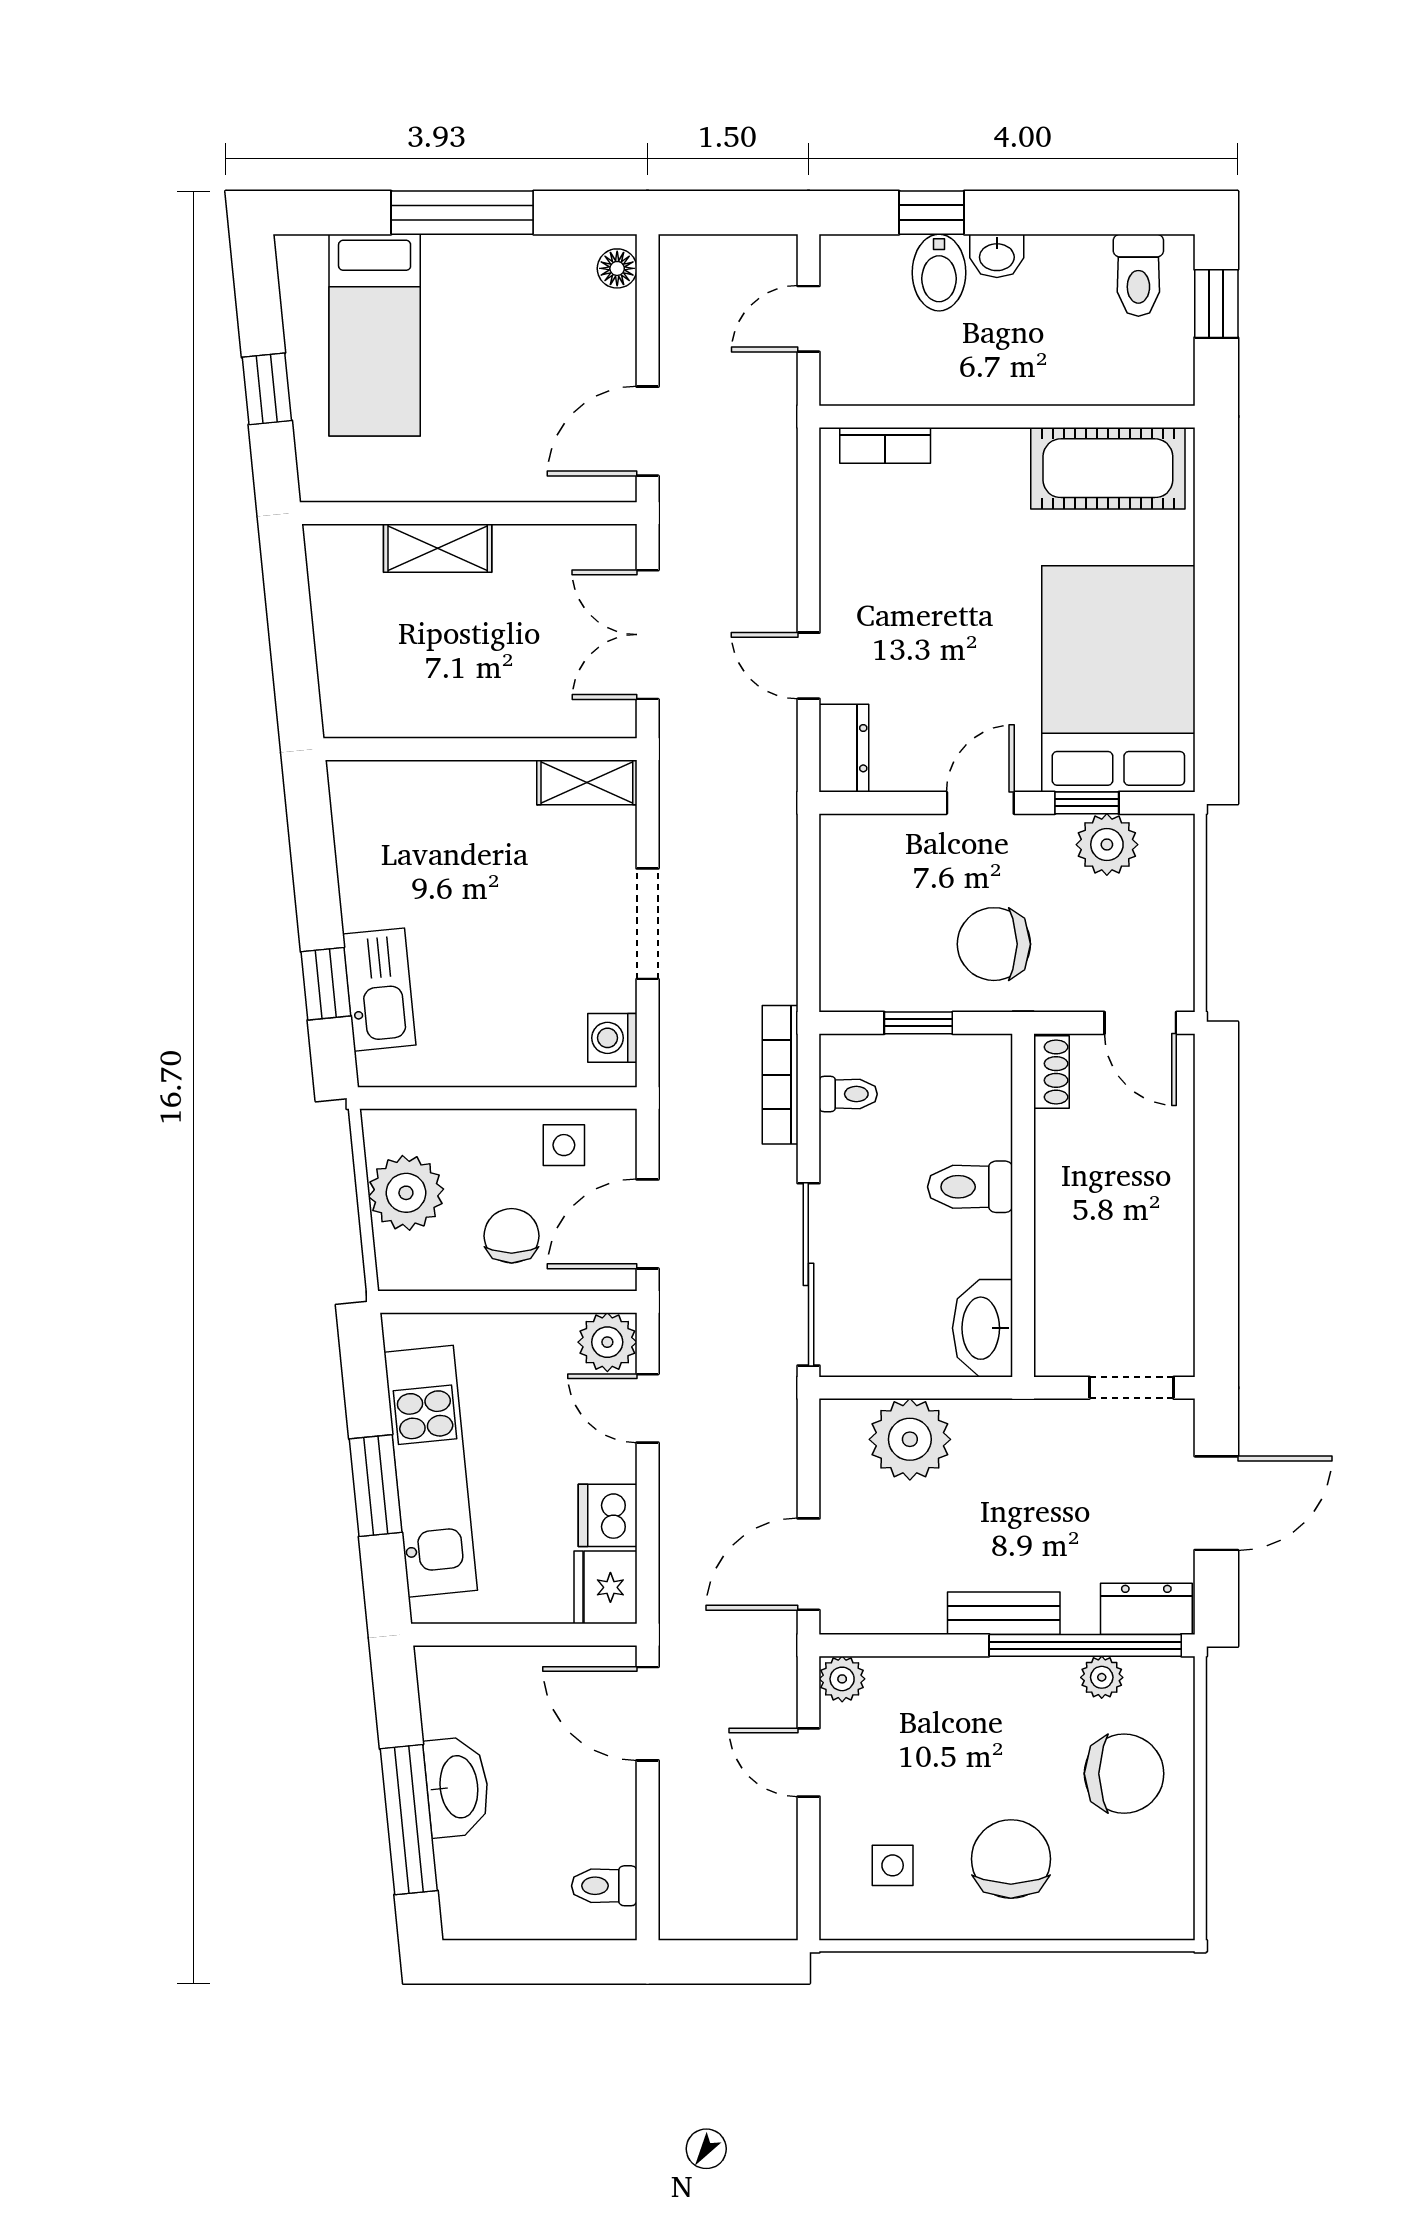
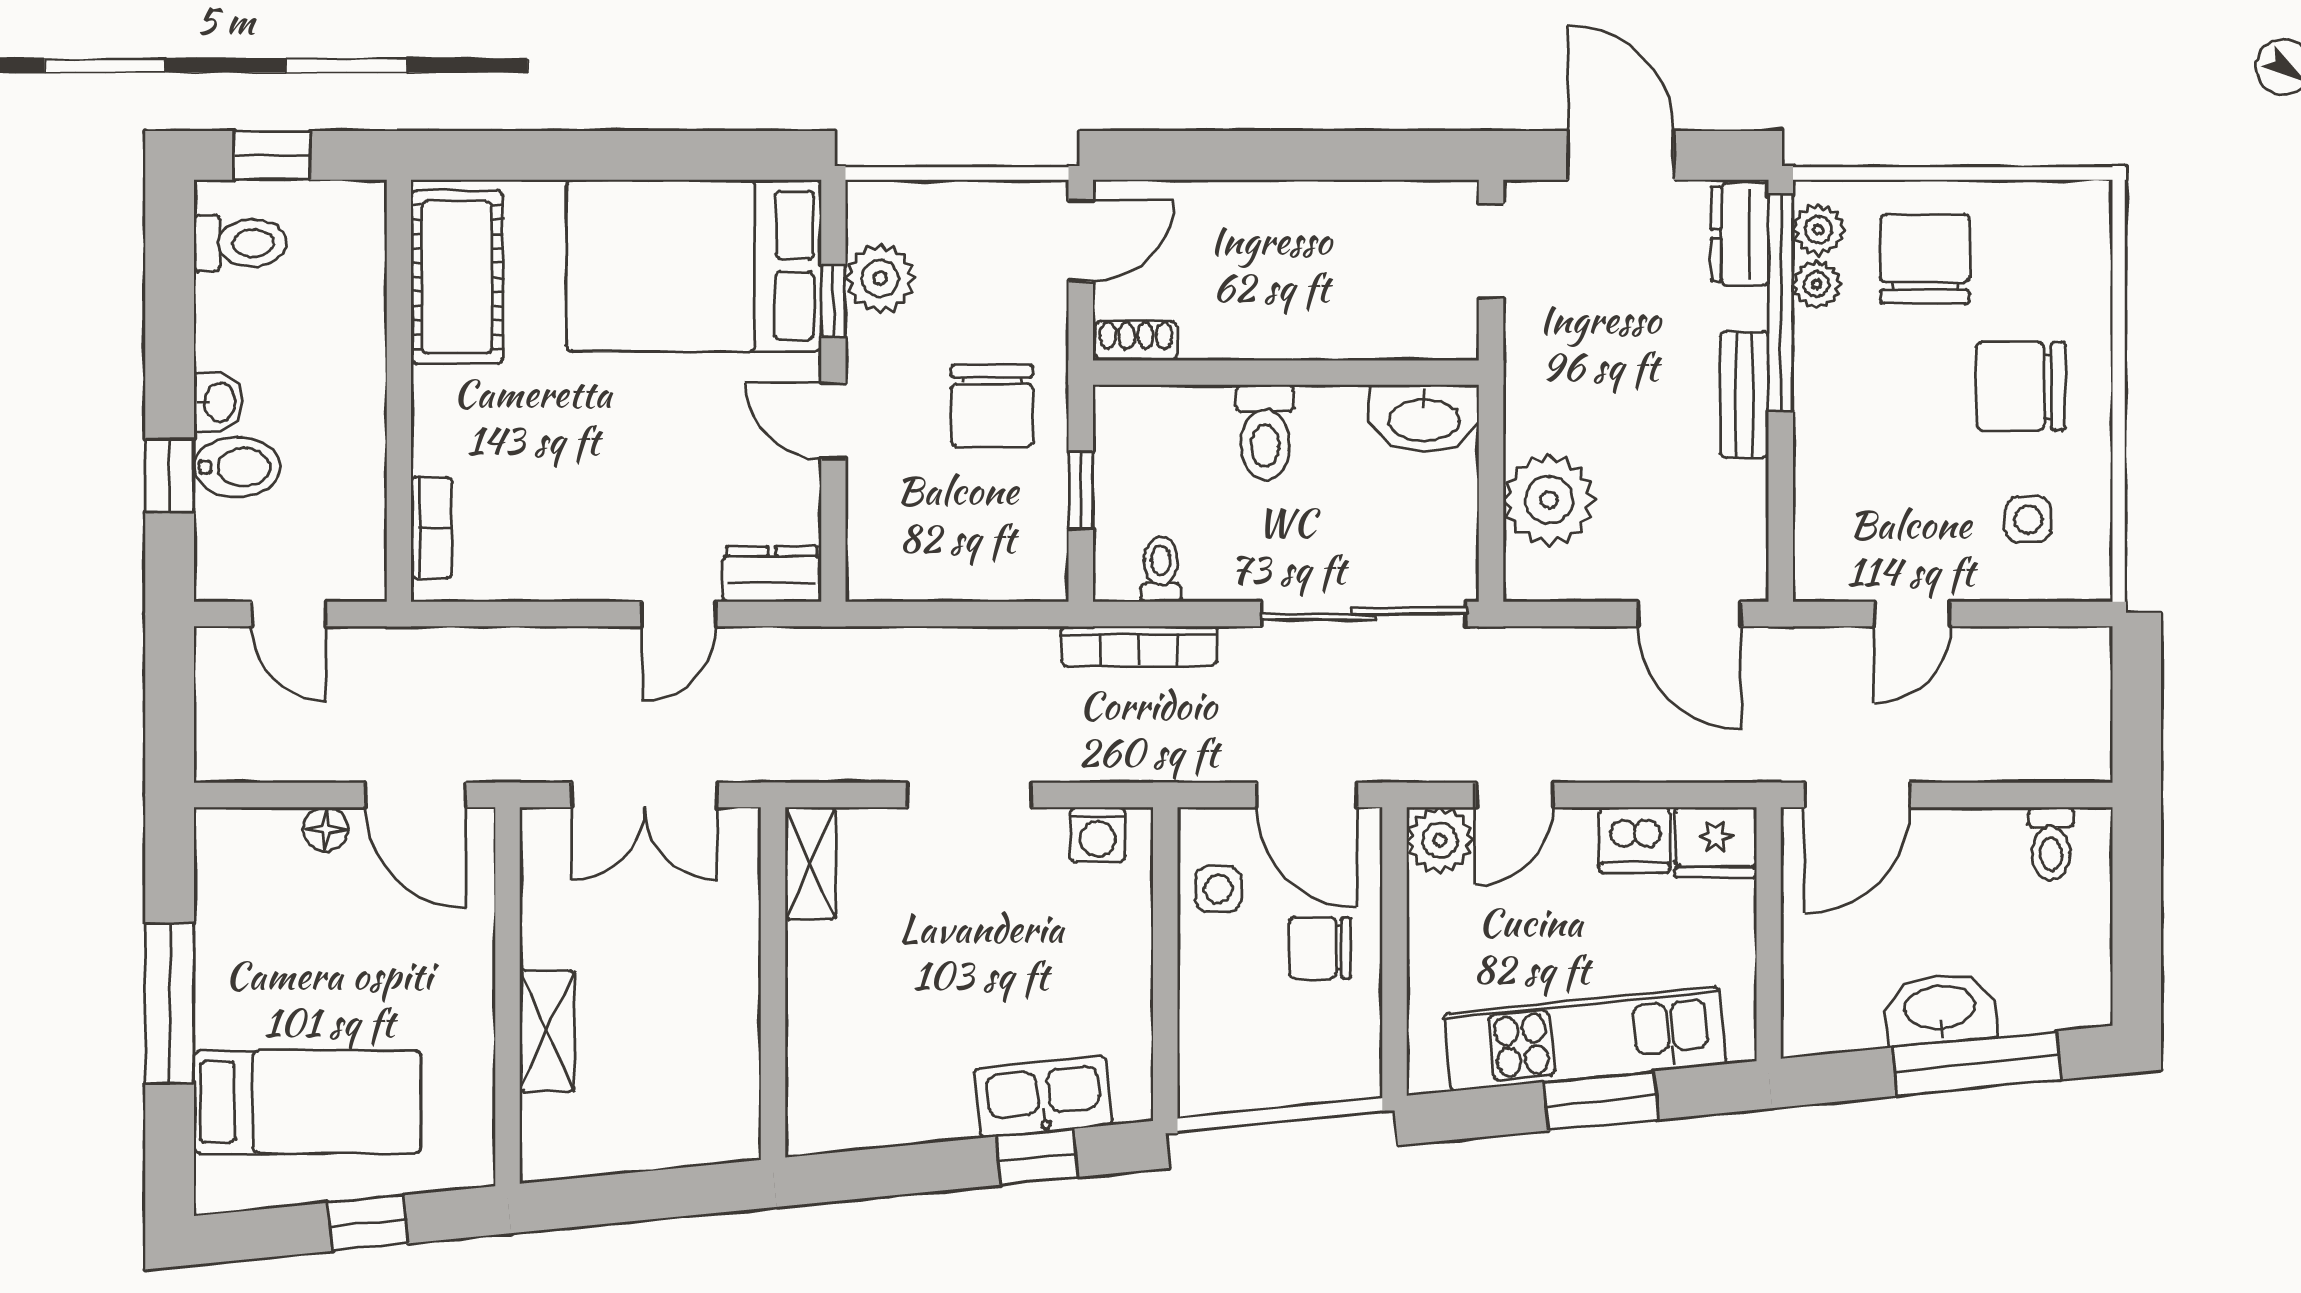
floor lamp: (617, 268) -> (326, 829), moved
plant: (406, 1193) -> (1272, 1067), removed
plant: (842, 1679) -> (1818, 230), moved

